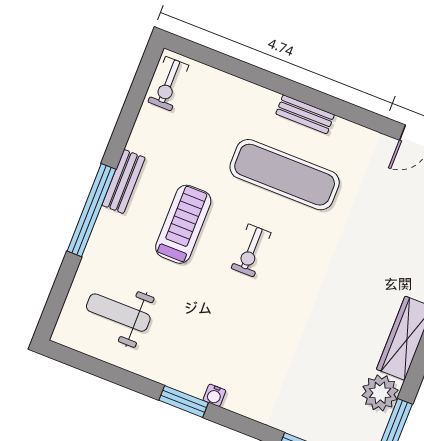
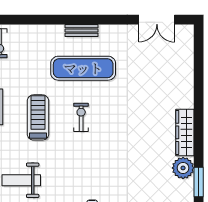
exercise bike: (251, 250) -> (81, 117), turned 180

